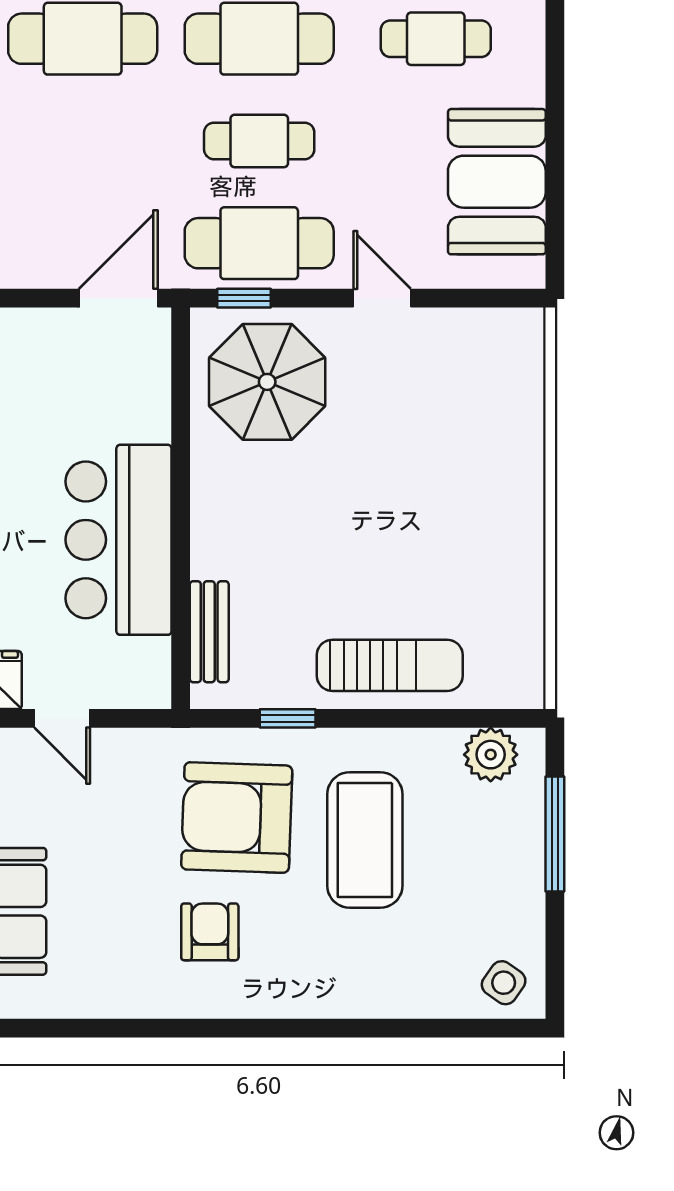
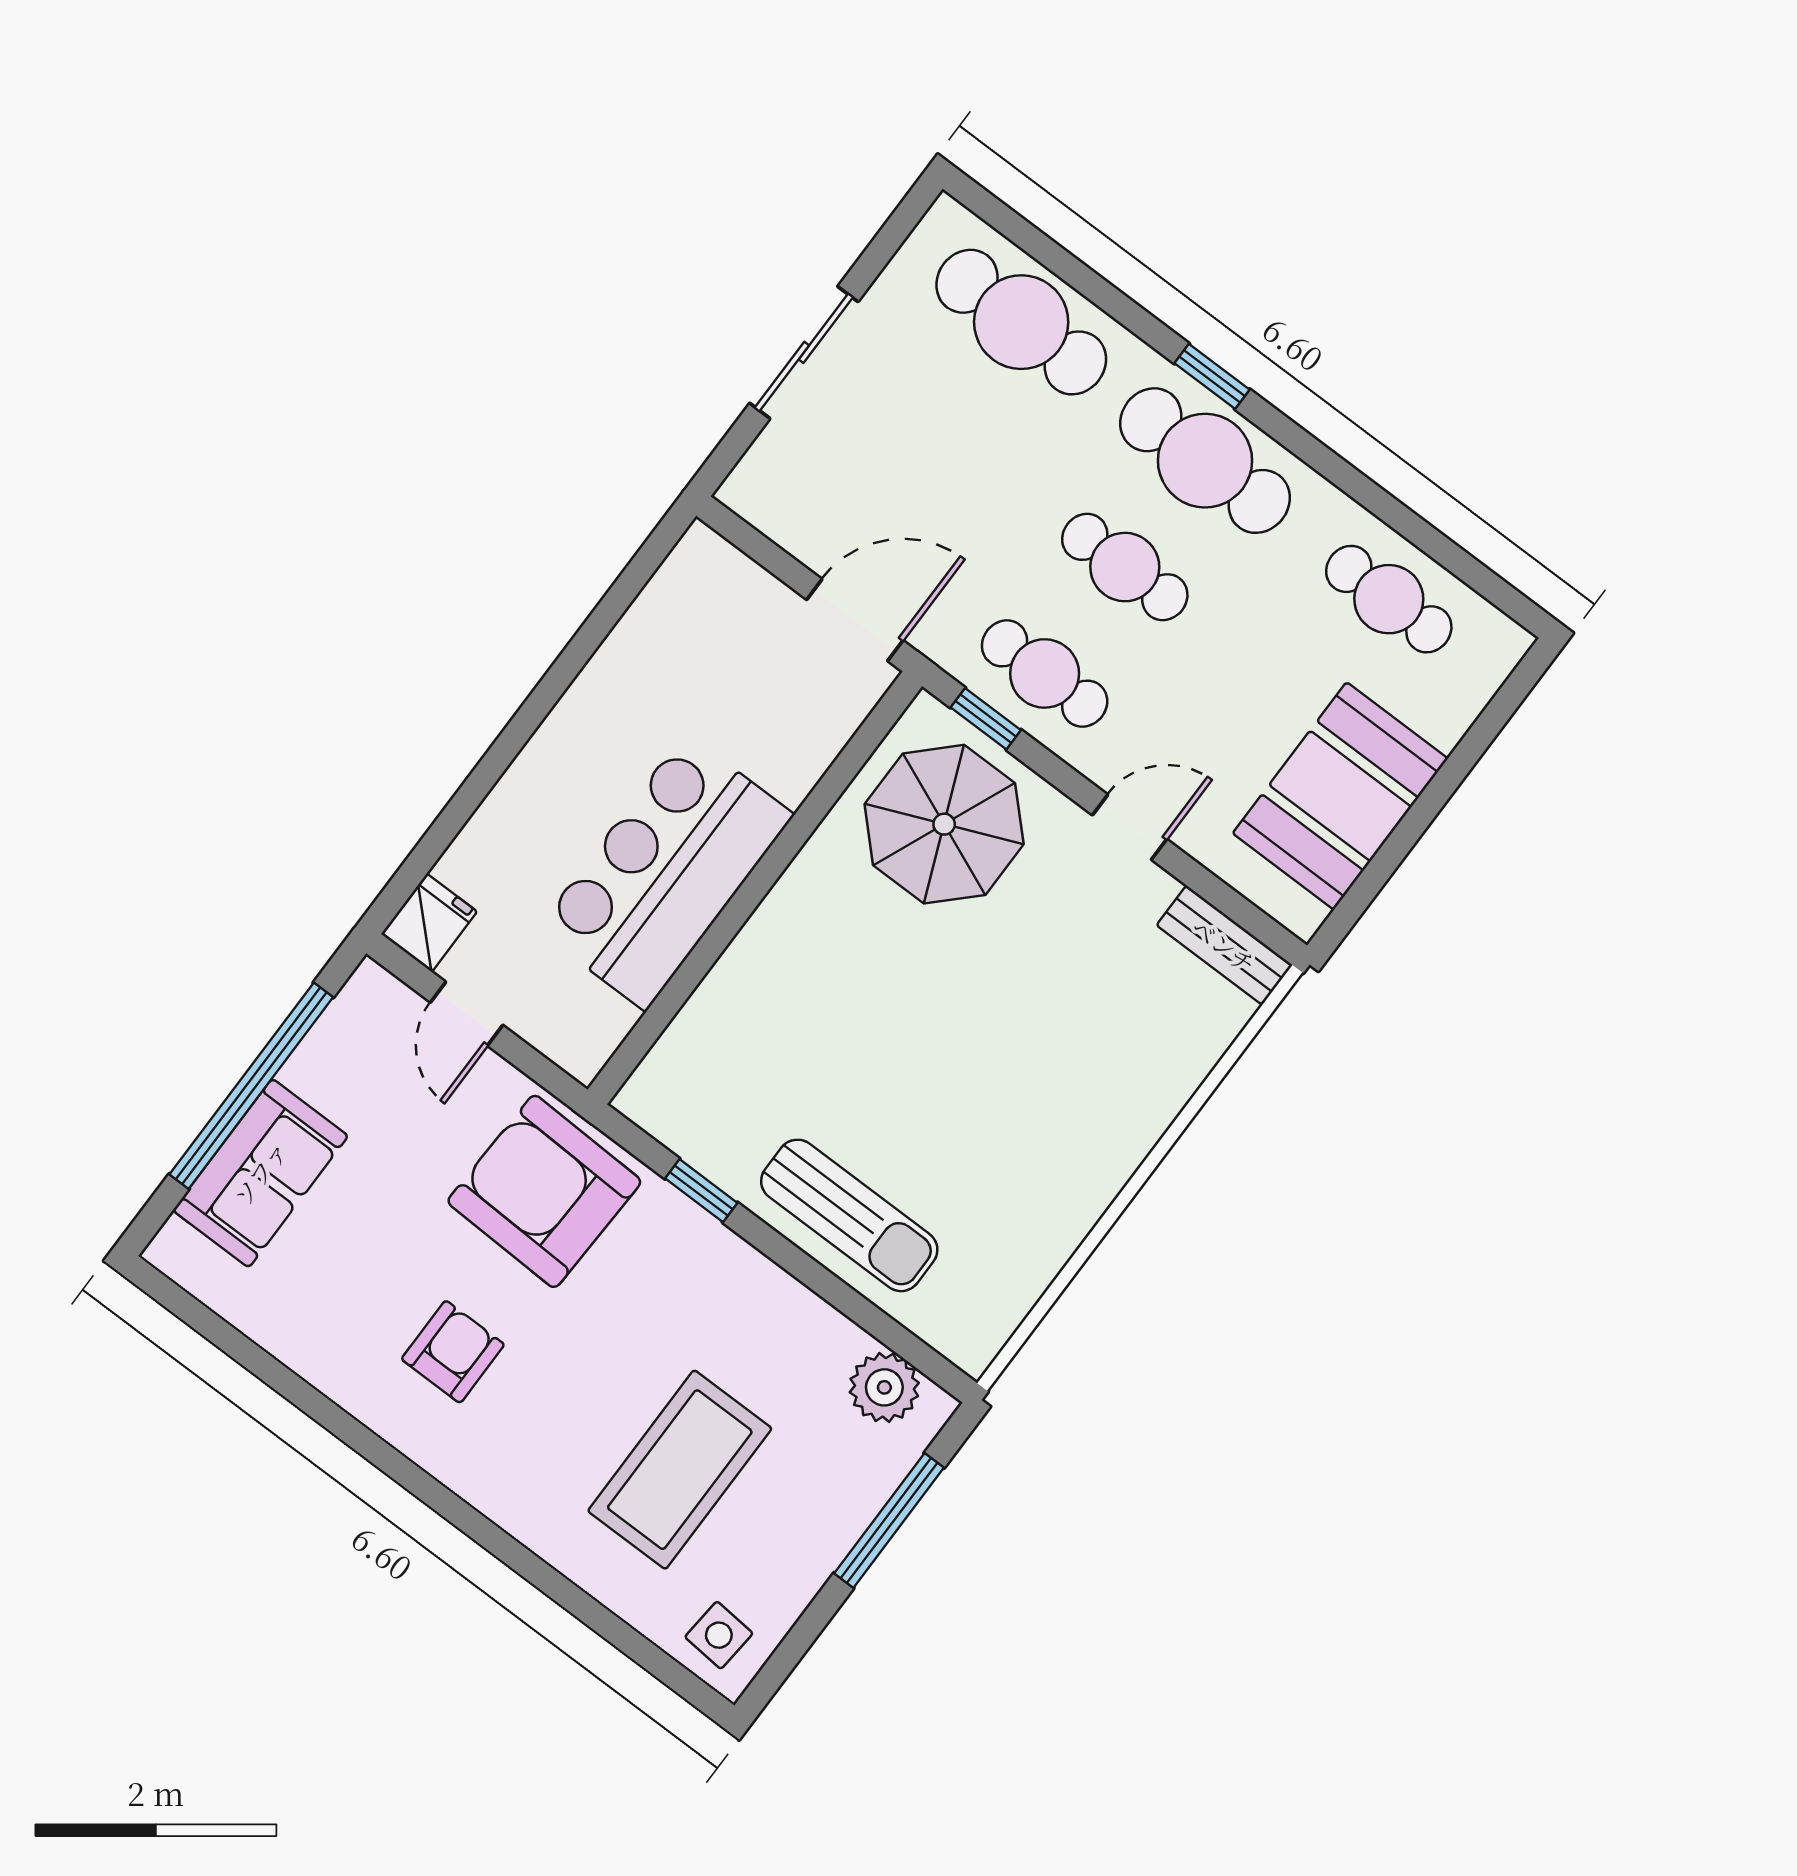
cafe table: (259, 243) -> (1045, 673), width x0.73, depth x0.74
door: (382, 298) -> (1130, 827), hinge flipped
bench: (209, 632) -> (1224, 945), moved, turned 90
armchair: (237, 818) -> (544, 1191), moved
coffee table: (365, 840) -> (680, 1470), moved
side table: (504, 983) -> (719, 1635), turned -30

